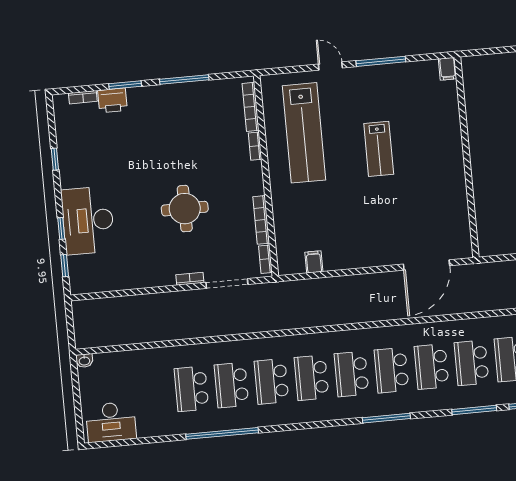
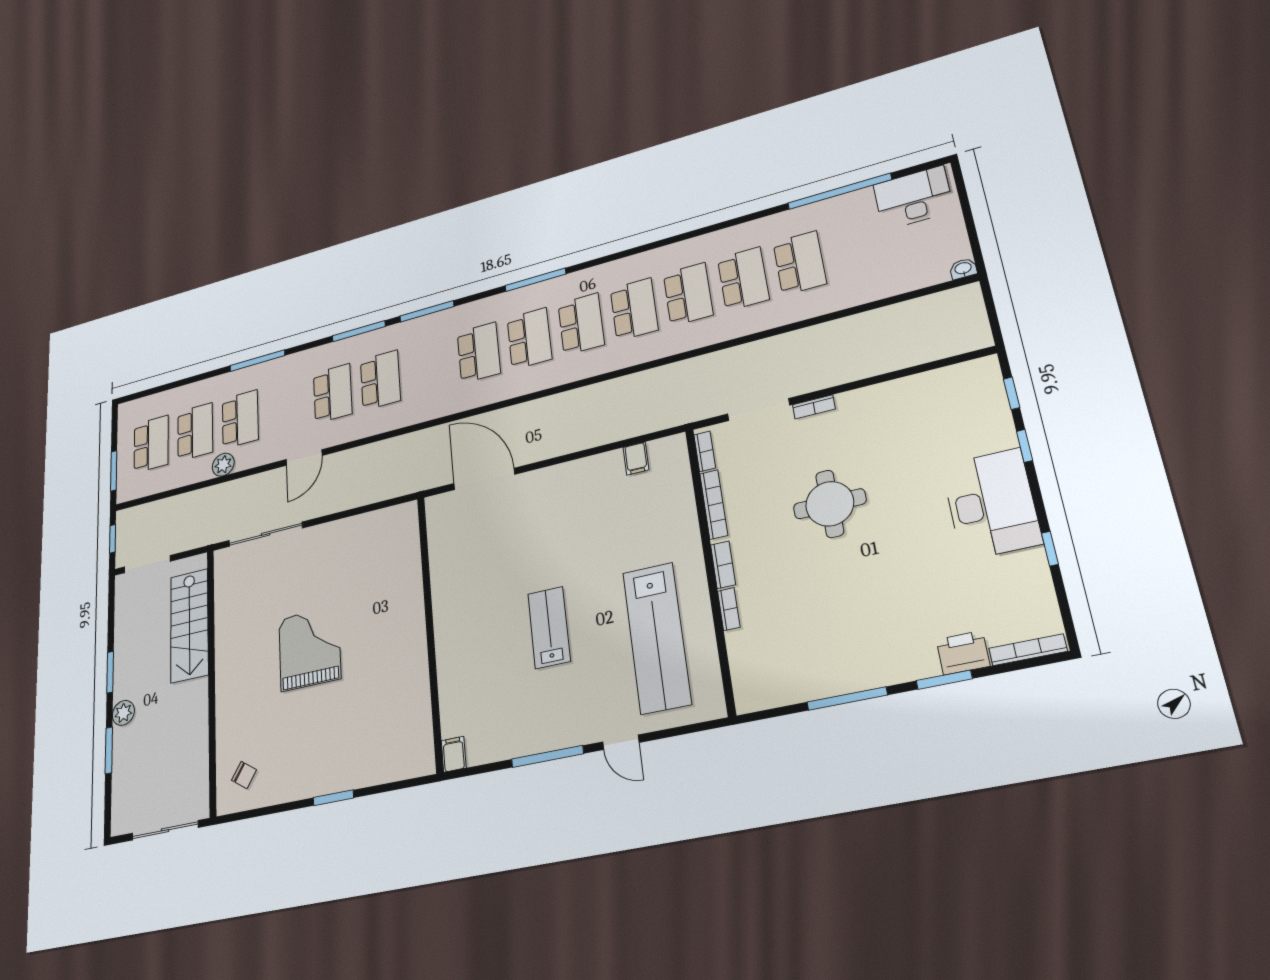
bookcase: (83, 97) -> (1028, 650), width x1.56
bookcase: (251, 107) -> (723, 565), moved, width x0.64
lab bench: (304, 133) -> (657, 638), turned 180
desk: (88, 220) -> (991, 504), moved
door: (427, 265) -> (484, 479), hinge flipped
school desk: (472, 363) -> (429, 367), removed
window: (222, 433) -> (839, 191), moved

